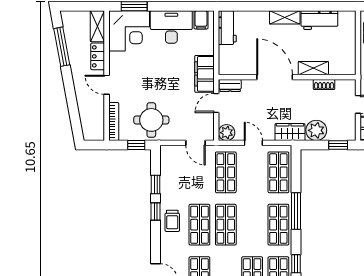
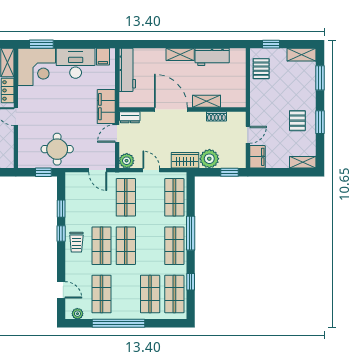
workbench: (227, 28) -> (127, 70), width x1.38
bookcase: (114, 122) -> (22, 151), removed

